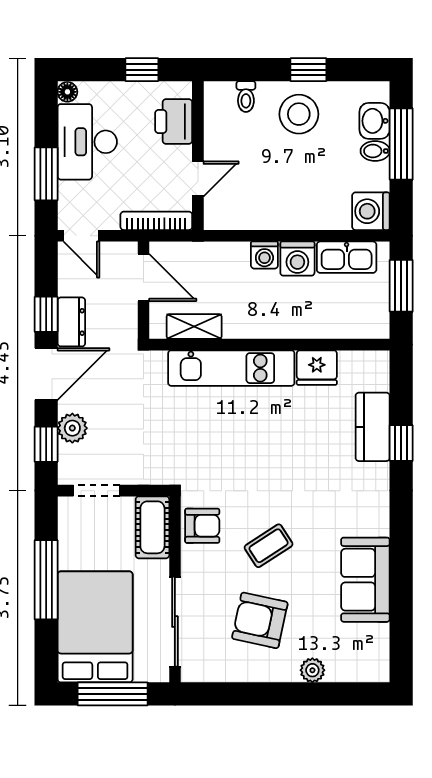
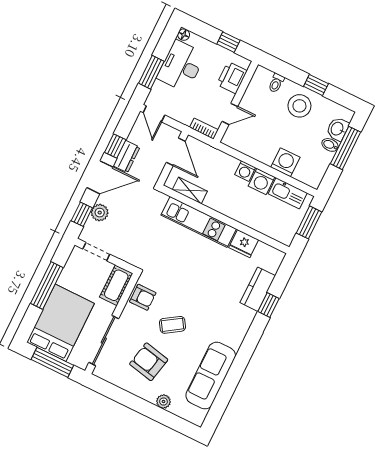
washing machine: (371, 211) -> (285, 162), moved, turned 90
bookcase: (156, 221) -> (204, 129), width x0.64
sofa: (365, 580) -> (211, 376), width x1.36

